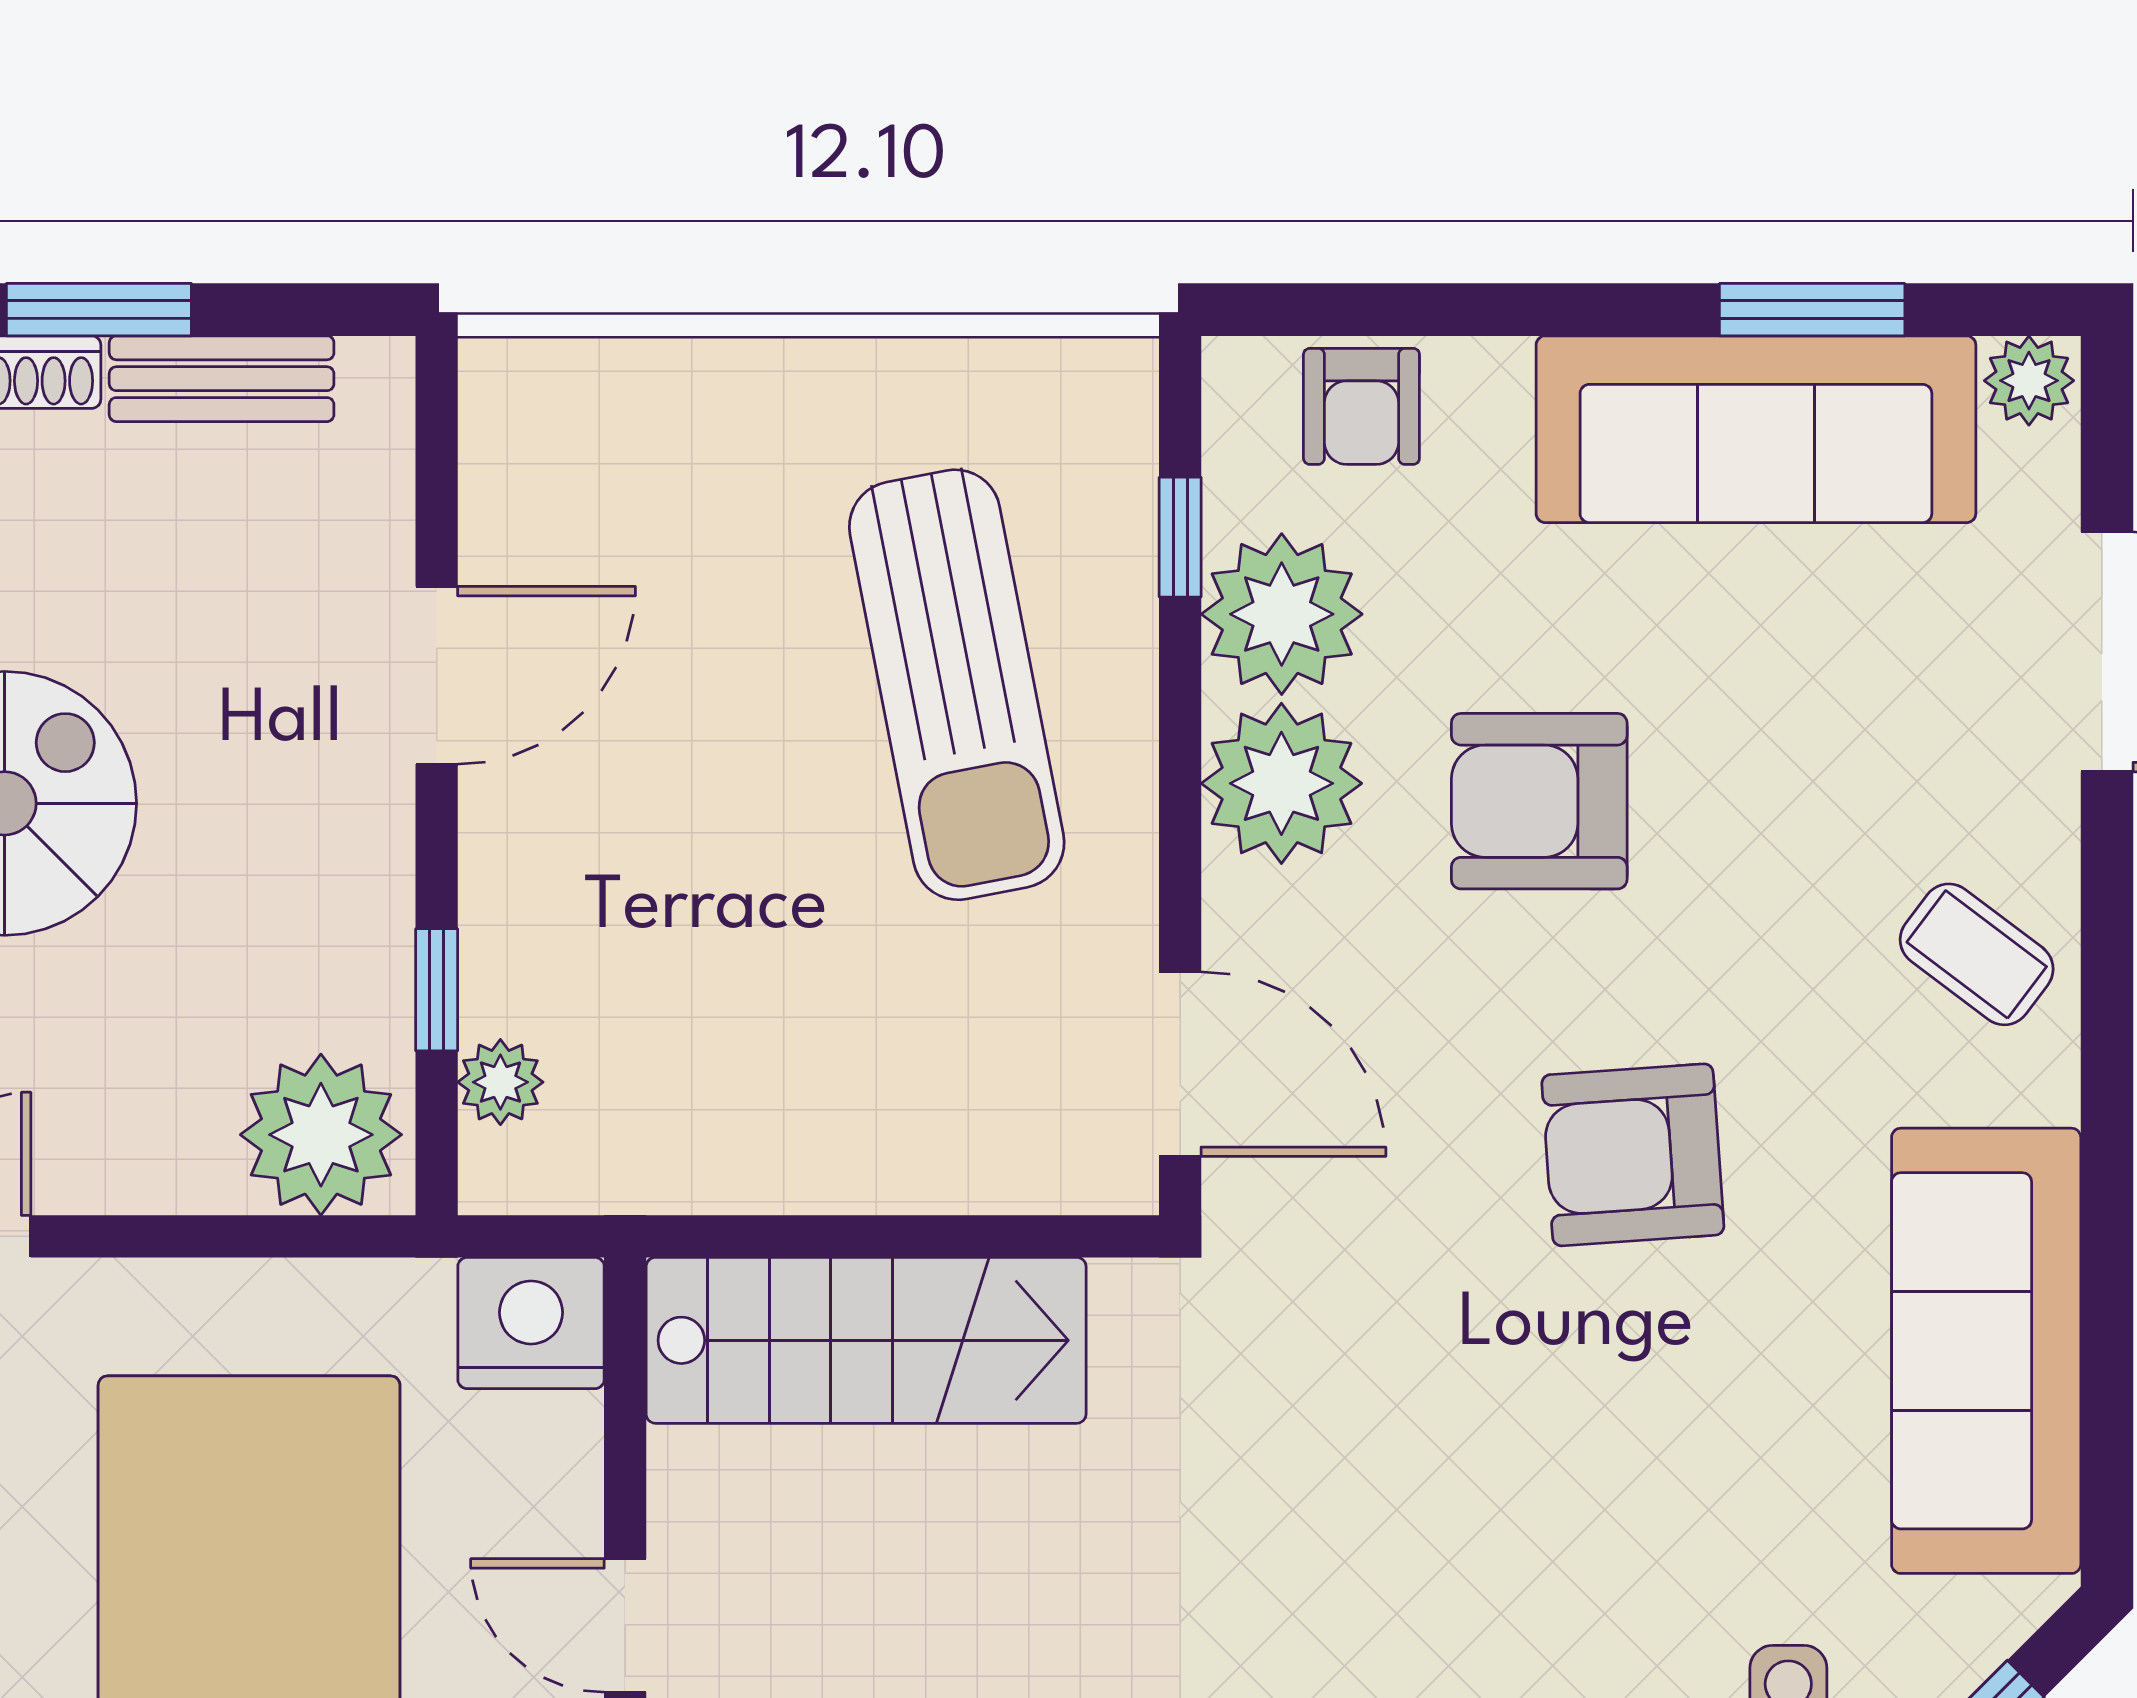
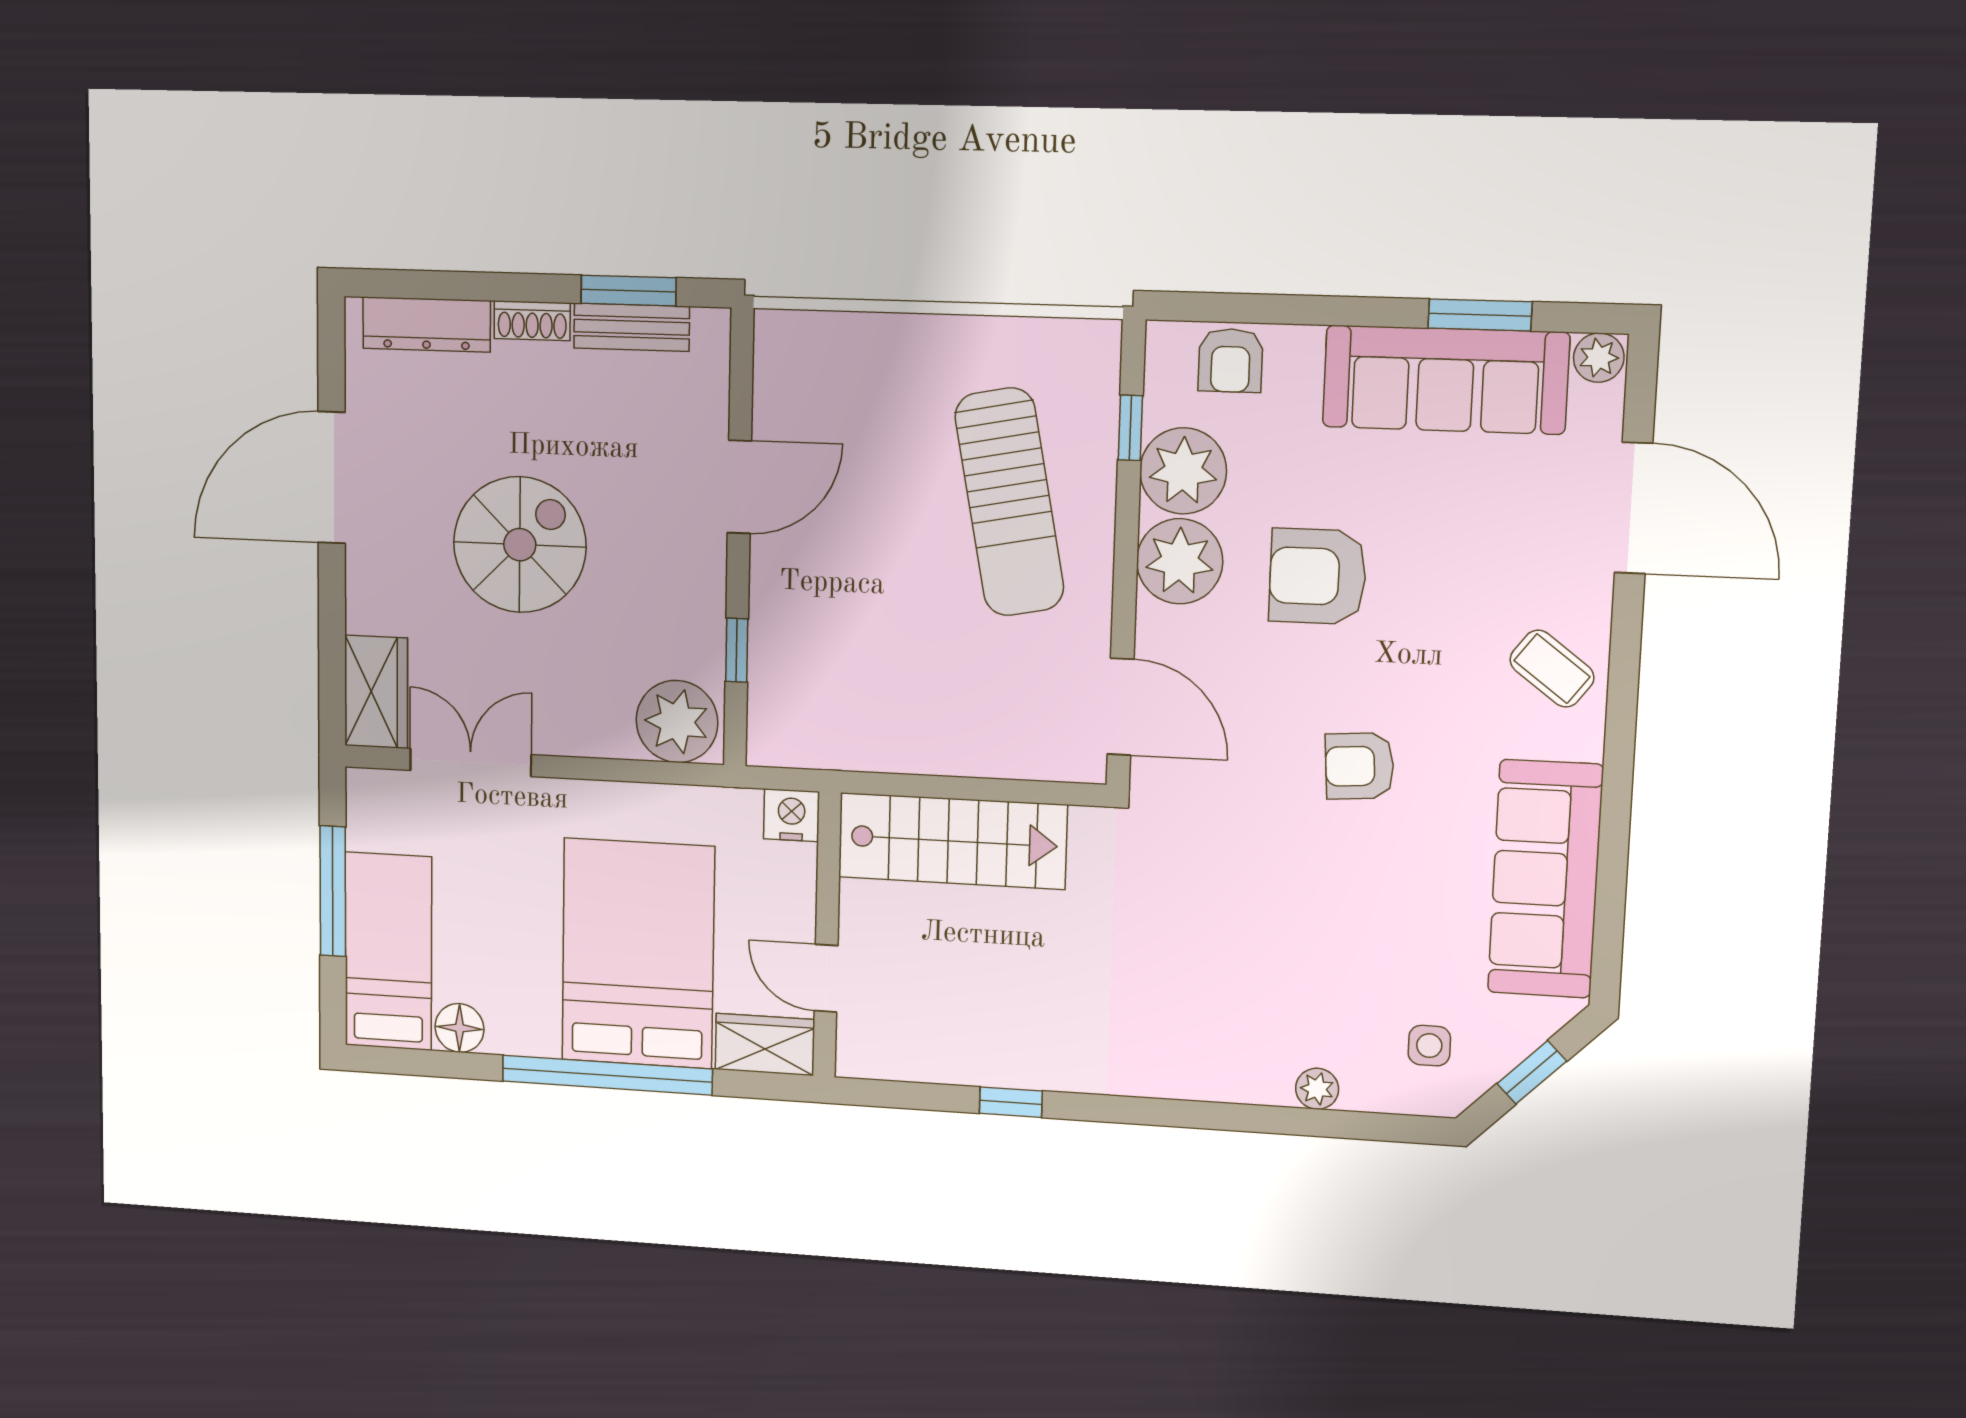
window: (99, 310) -> (629, 291), moved
plant: (500, 1082) -> (768, 699), removed
armchair: (1633, 1155) -> (1359, 766), width x0.72, depth x0.72
nightstand: (531, 1323) -> (791, 815), width x0.74, depth x0.75

